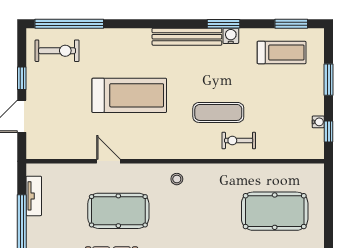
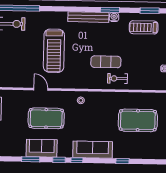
treadmill: (282, 52) -> (144, 27), turned 180
treadmill: (129, 95) -> (54, 51), turned 90

